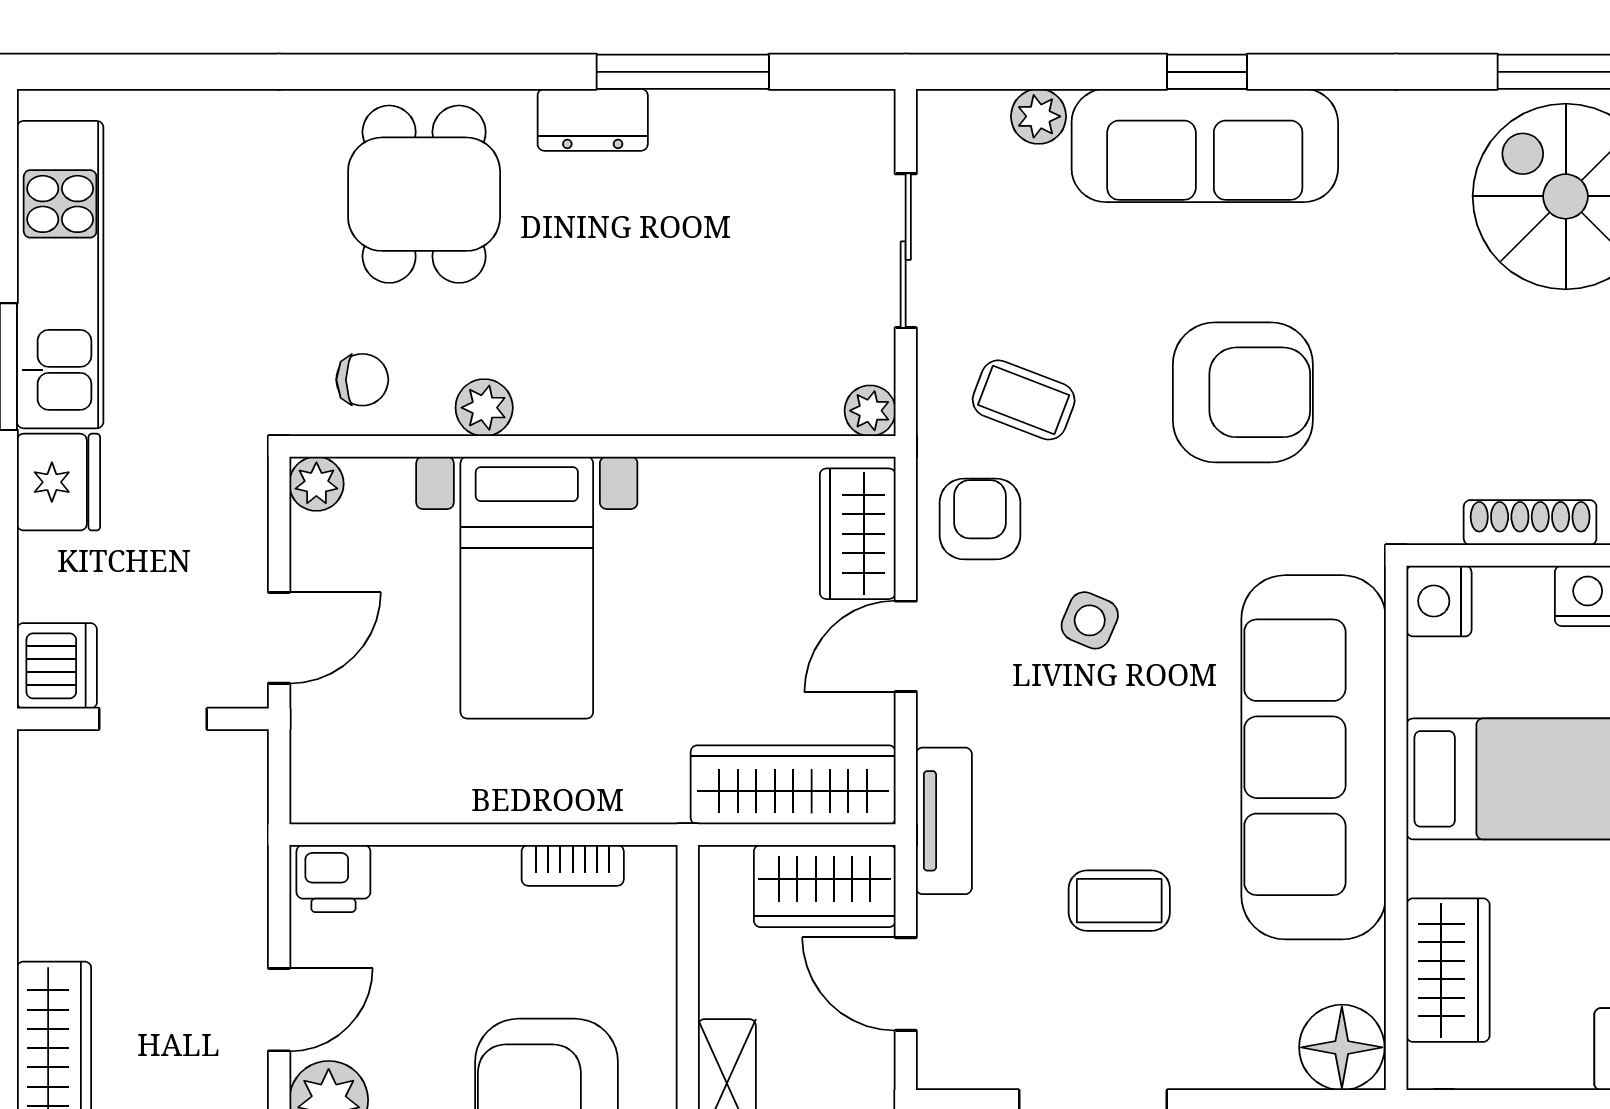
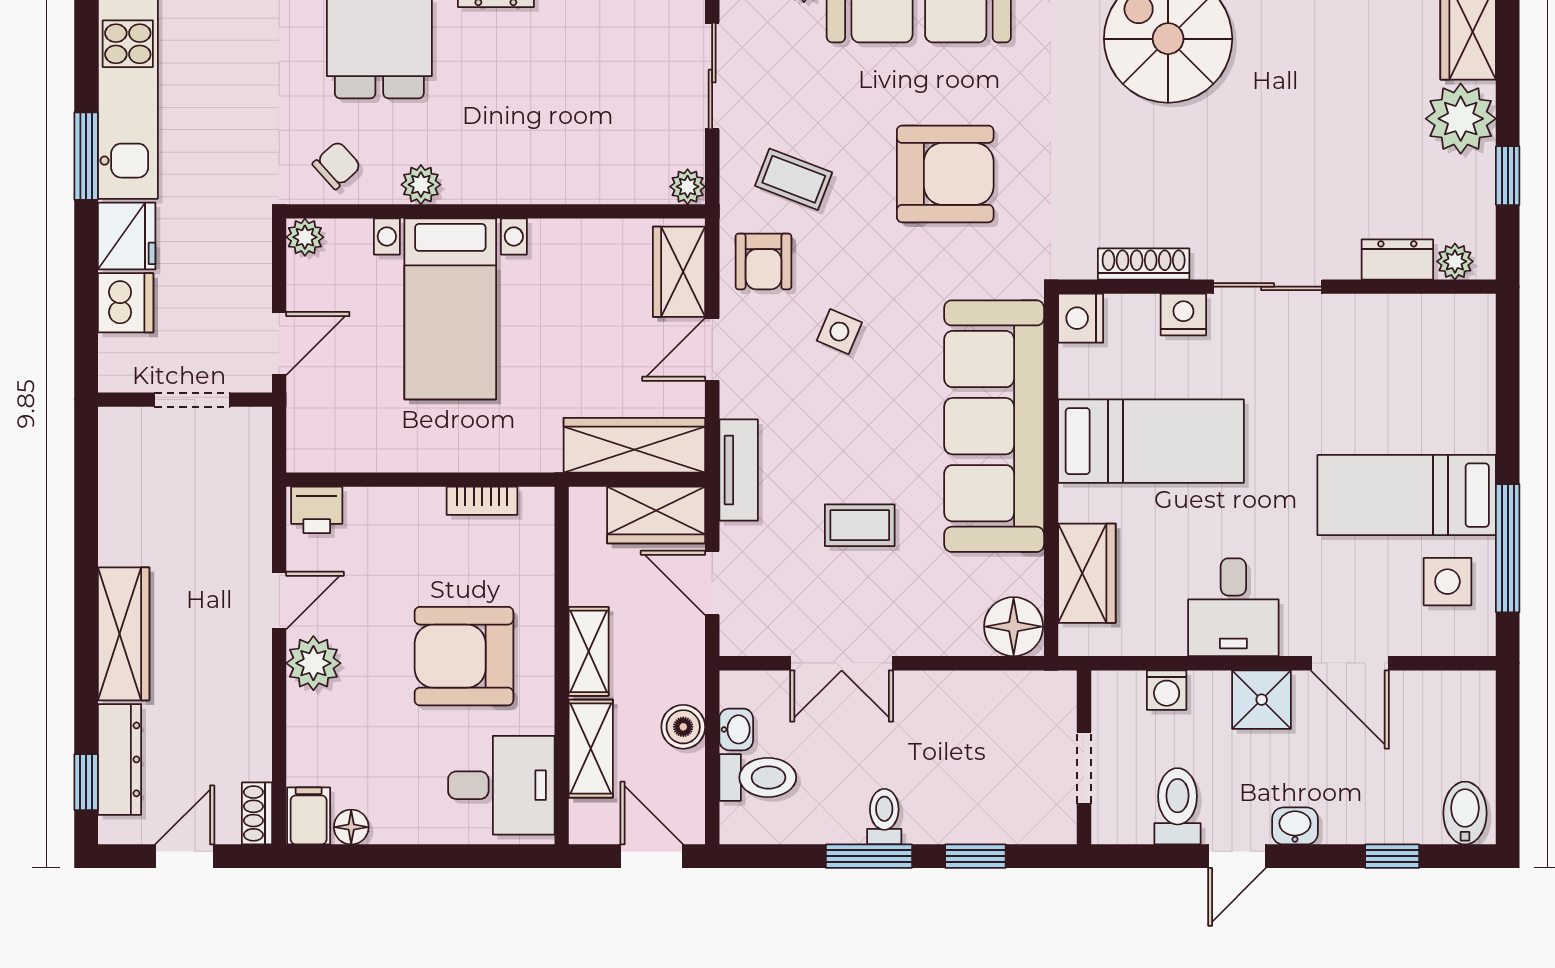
chair: (362, 380) -> (337, 165), turned -42
armchair: (980, 519) -> (763, 261), turned 180
dishwasher: (57, 666) -> (126, 303), moved

